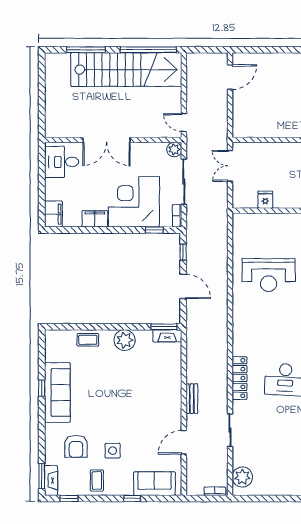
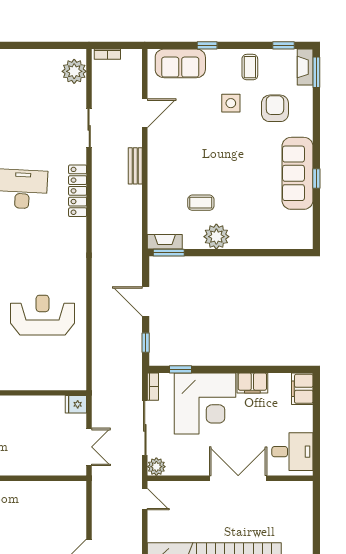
fridge: (265, 200) -> (76, 404), moved, turned 90
coffee table: (88, 340) -> (201, 203), moved

